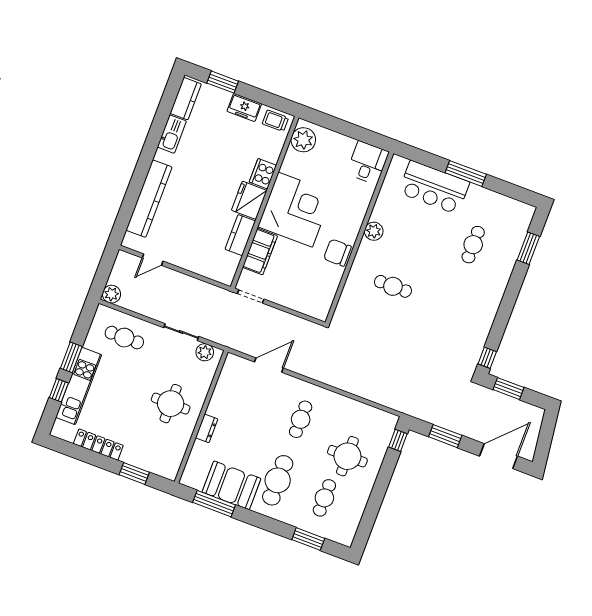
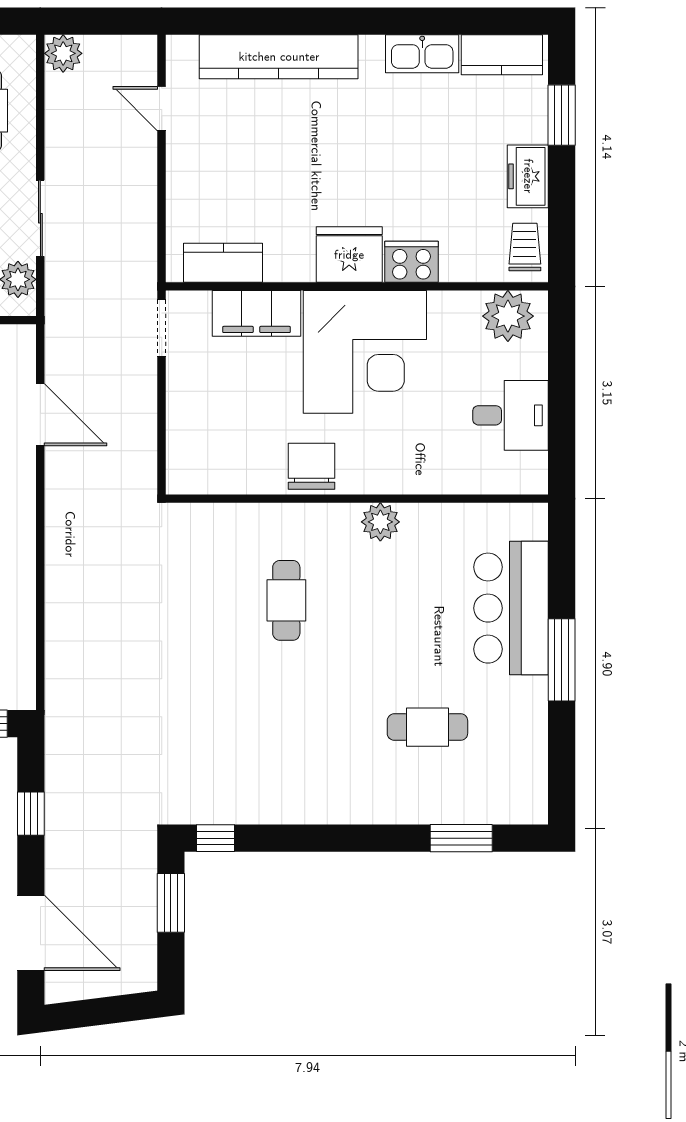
desk: (368, 163) -> (510, 415), moved
kitchen counter: (240, 235) -> (223, 263), moved
window: (445, 436) -> (31, 814), width x0.67

